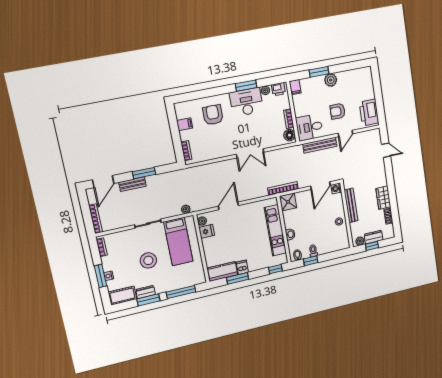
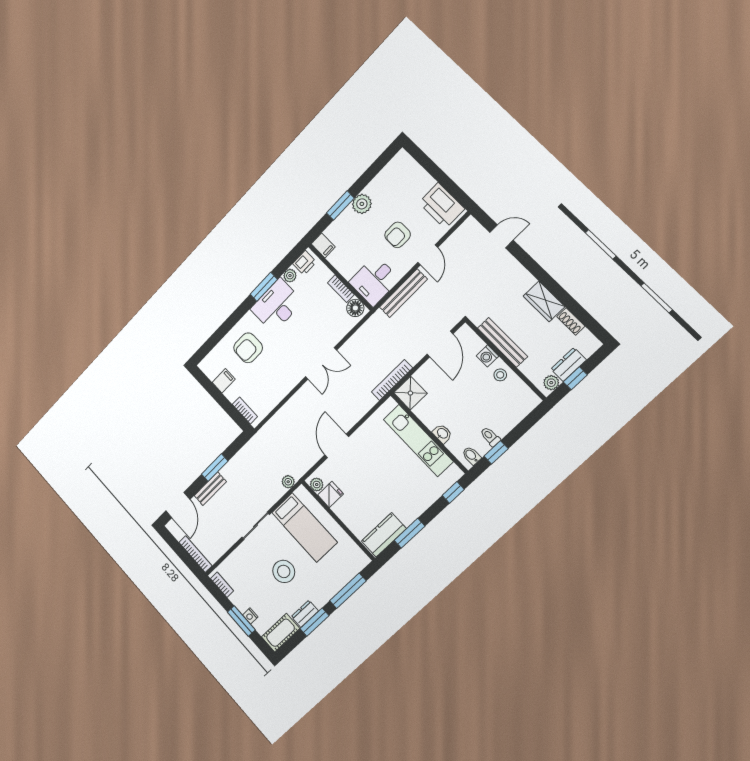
armchair: (213, 115) -> (248, 348), turned -90
washing machine: (336, 188) -> (487, 356), moved
dishwasher: (242, 267) -> (406, 515), removed

